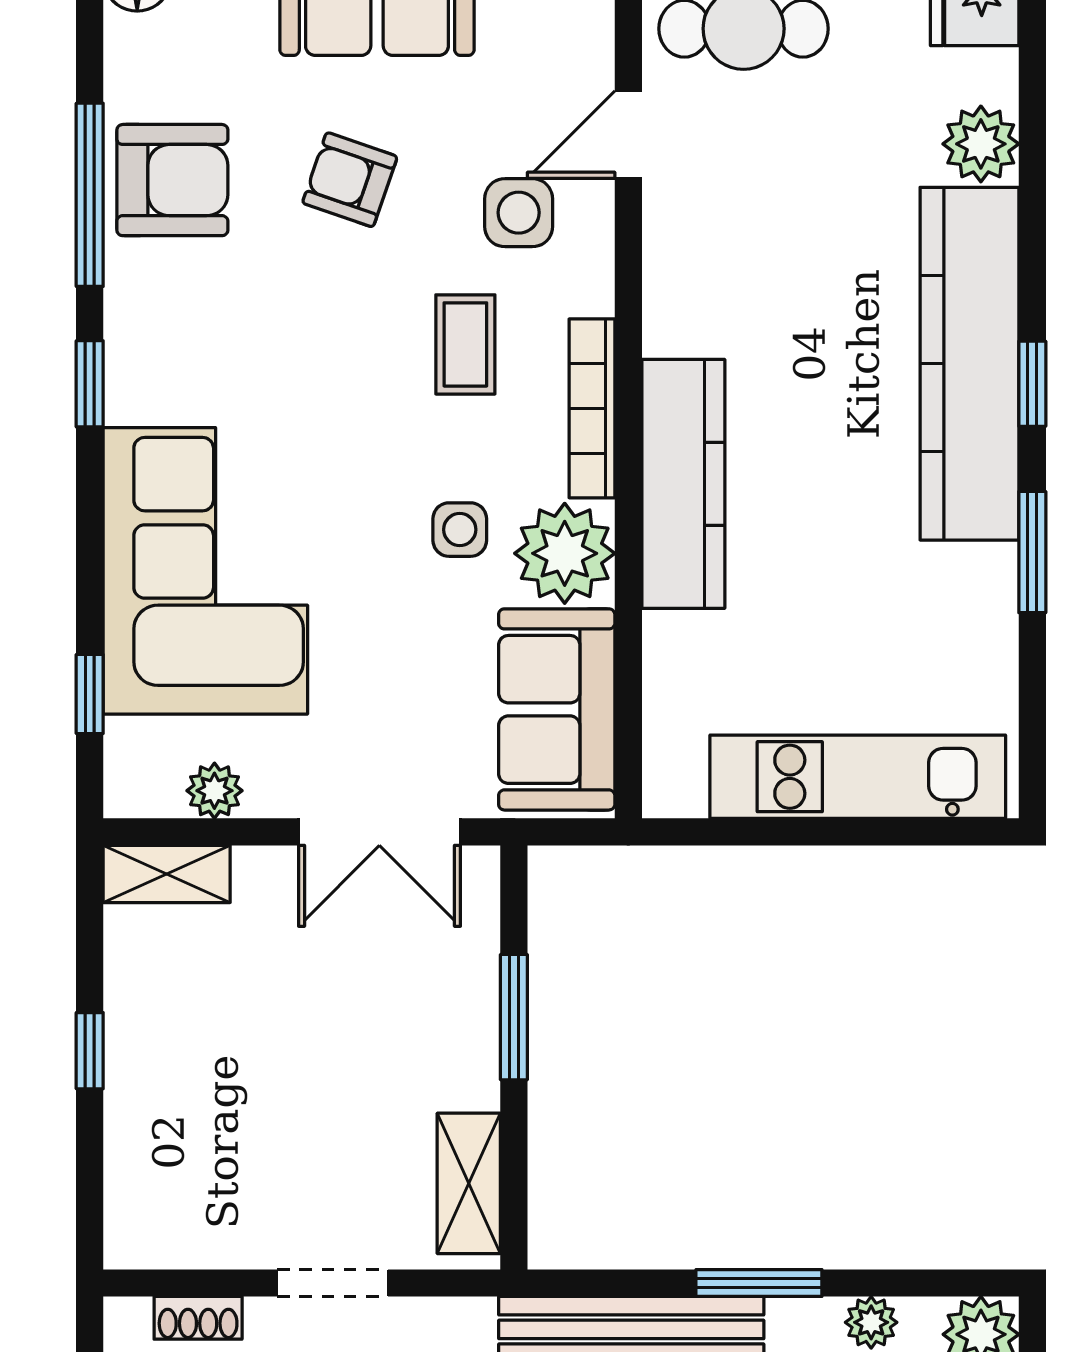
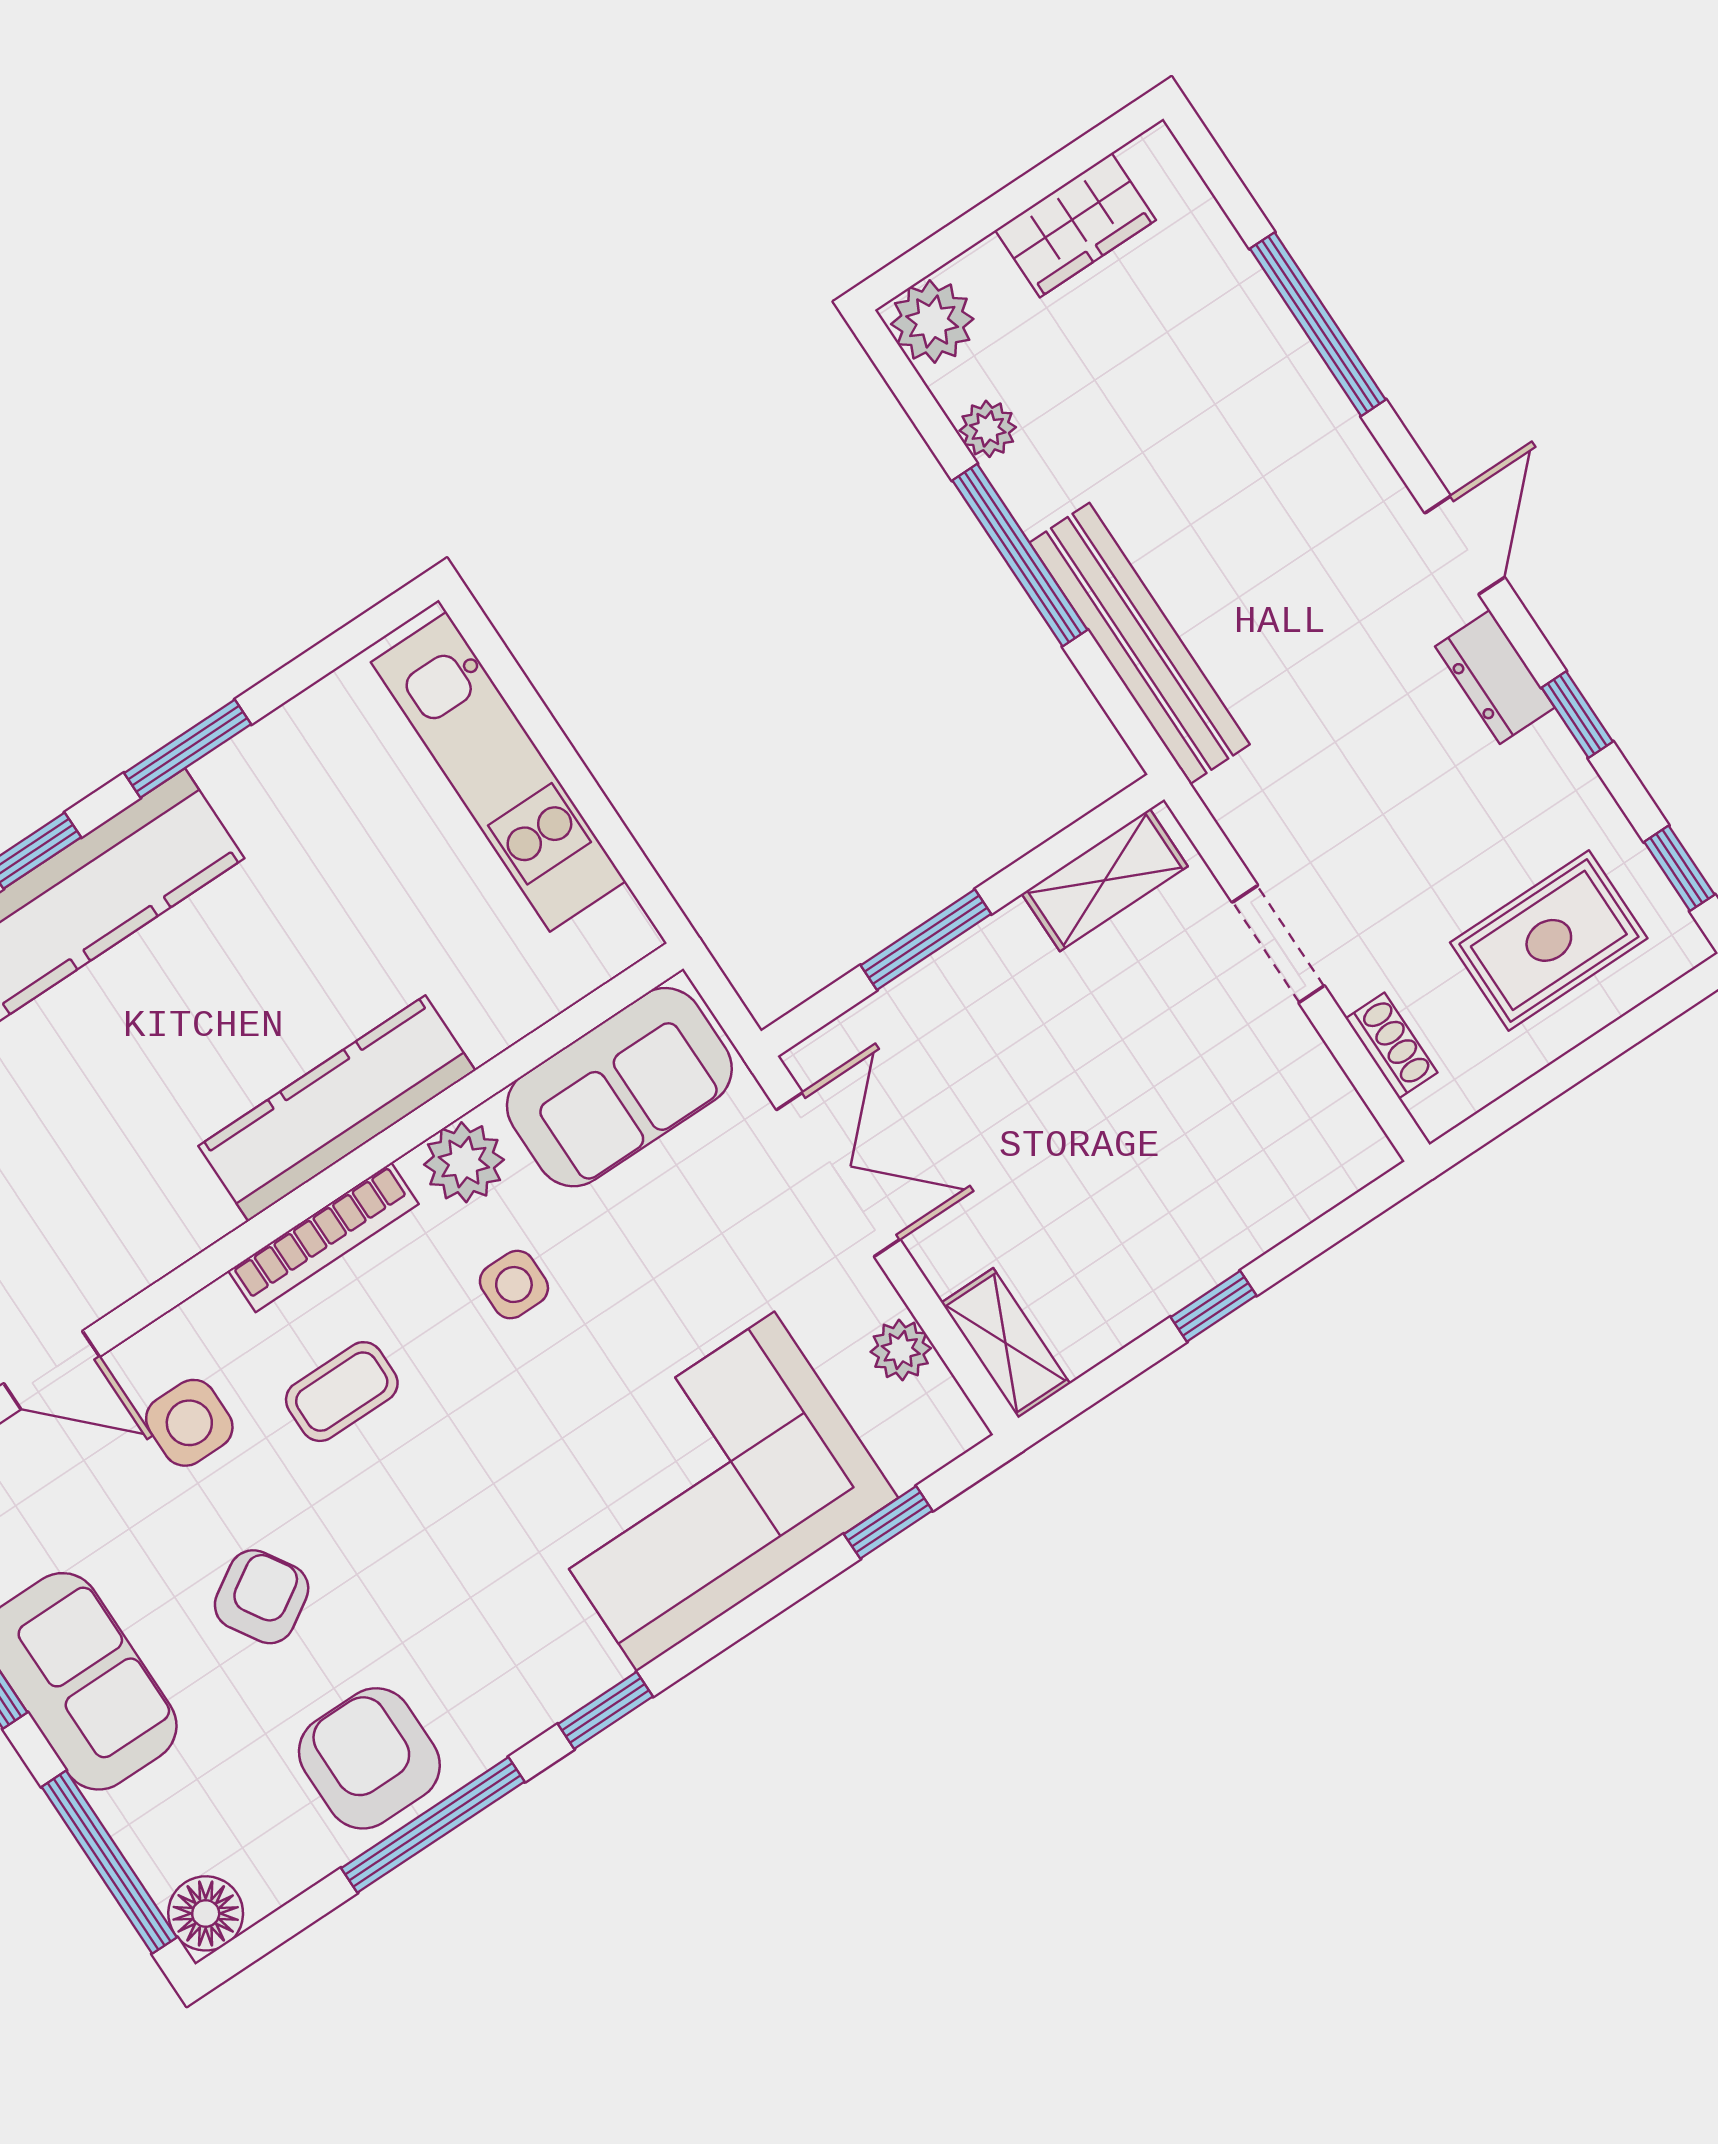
armchair: (350, 180) -> (262, 1597), turned -141
plant: (565, 553) -> (464, 1162), width x0.73, depth x0.73
window: (759, 1283) -> (1020, 555), width x1.44

